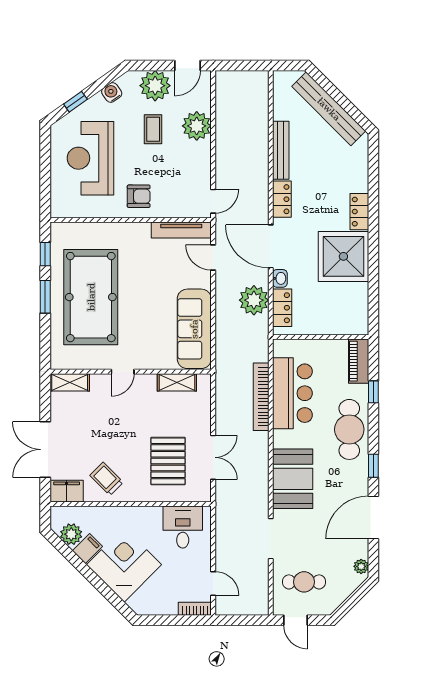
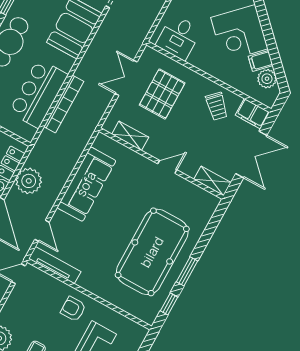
door: (123, 372) -> (167, 167), moved
wall: (131, 372) -> (161, 163), moved
shelving: (70, 382) -> (212, 181), moved
shelving: (177, 382) -> (130, 136), moved

